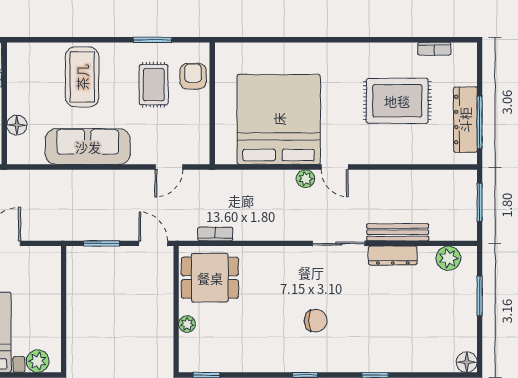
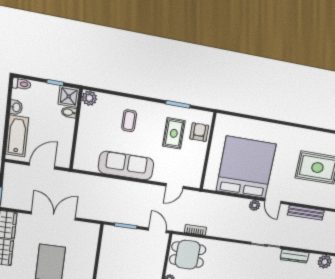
plant: (18, 54) -> (89, 98), added
coffee table: (82, 77) -> (129, 121), width x0.54, depth x0.58
floor lamp: (17, 125) -> (82, 145), removed
bench: (398, 232) -> (306, 213), moved

